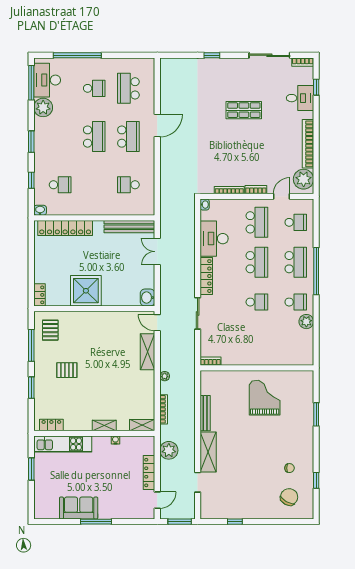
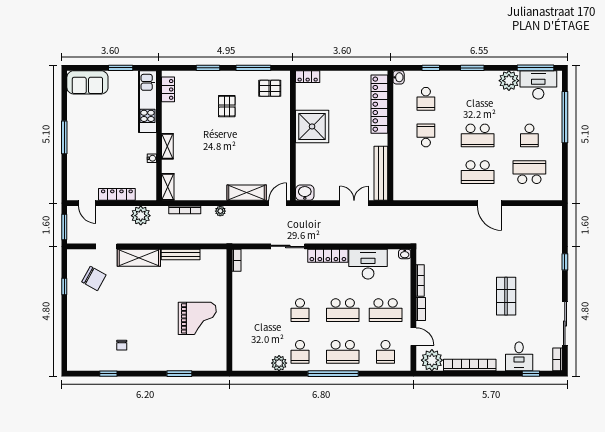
school desk: (128, 185) -> (426, 135), moved
chair: (289, 497) -> (94, 278), moved
sofa: (79, 508) -> (87, 82), moved, turned 90

